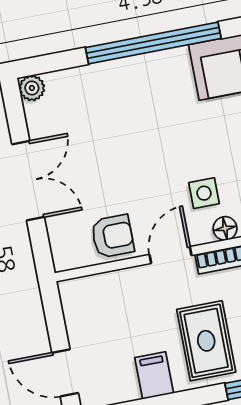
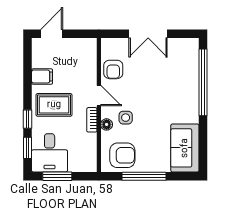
window: (153, 43) -> (203, 82), moved
plant: (32, 88) -> (192, 44), removed

